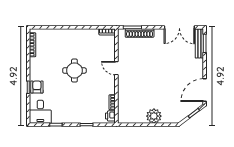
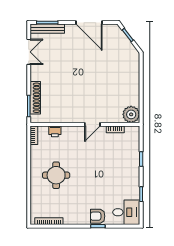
double door: (179, 27) -> (29, 52), width x0.73
door: (116, 68) -> (92, 124), moved
round table: (74, 71) -> (56, 175), moved
door: (205, 90) -> (89, 23), moved
printer: (110, 116) -> (55, 131), moved
plant: (154, 116) -> (131, 114), moved

